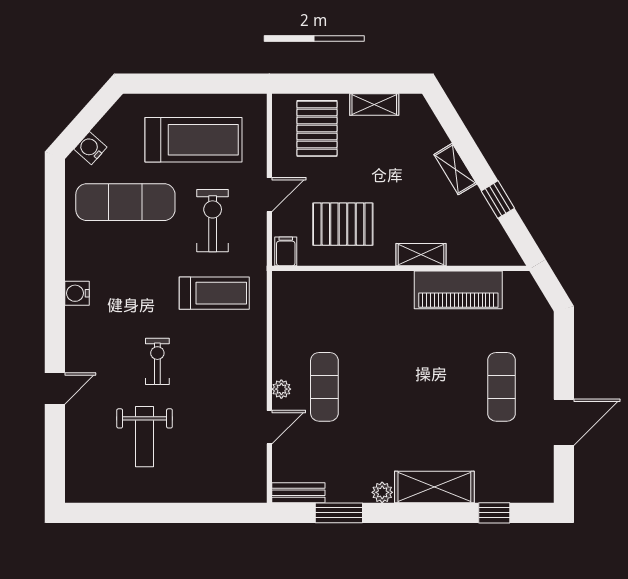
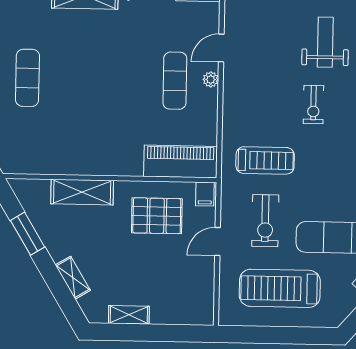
pallet: (317, 128) -> (177, 296), removed
shelving: (455, 169) -> (73, 278), moved
window: (498, 200) -> (27, 234), width x1.50
shelving: (421, 255) -> (82, 192), width x1.50, depth x1.33
piano: (458, 290) -> (180, 161), moved
treadmill: (214, 293) -> (265, 160), turned 180

